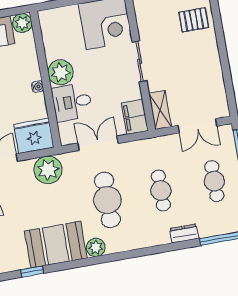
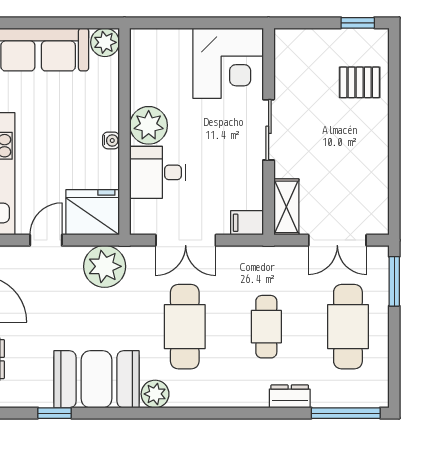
filing cabinet: (135, 117) -> (247, 223), width x0.50
double door: (98, 143) -> (186, 240), swing flipped
cafe table: (214, 181) -> (348, 327), width x1.37, depth x1.35

